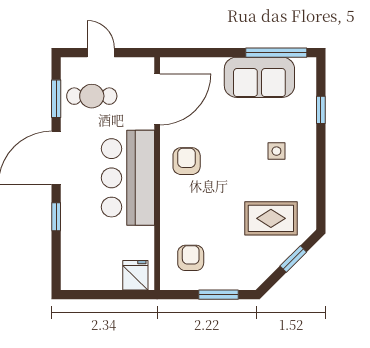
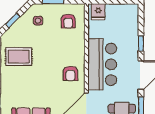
side table: (276, 151) -> (38, 21), moved
rug: (271, 218) -> (19, 57), moved

